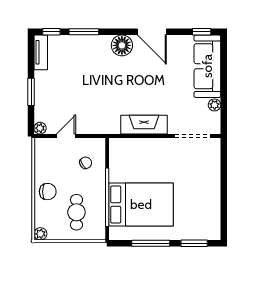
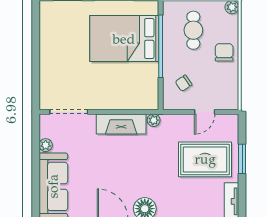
rug: (66, 91) -> (205, 159), added
plant: (40, 128) -> (154, 120), moved
chair: (48, 192) -> (224, 52), turned 90

